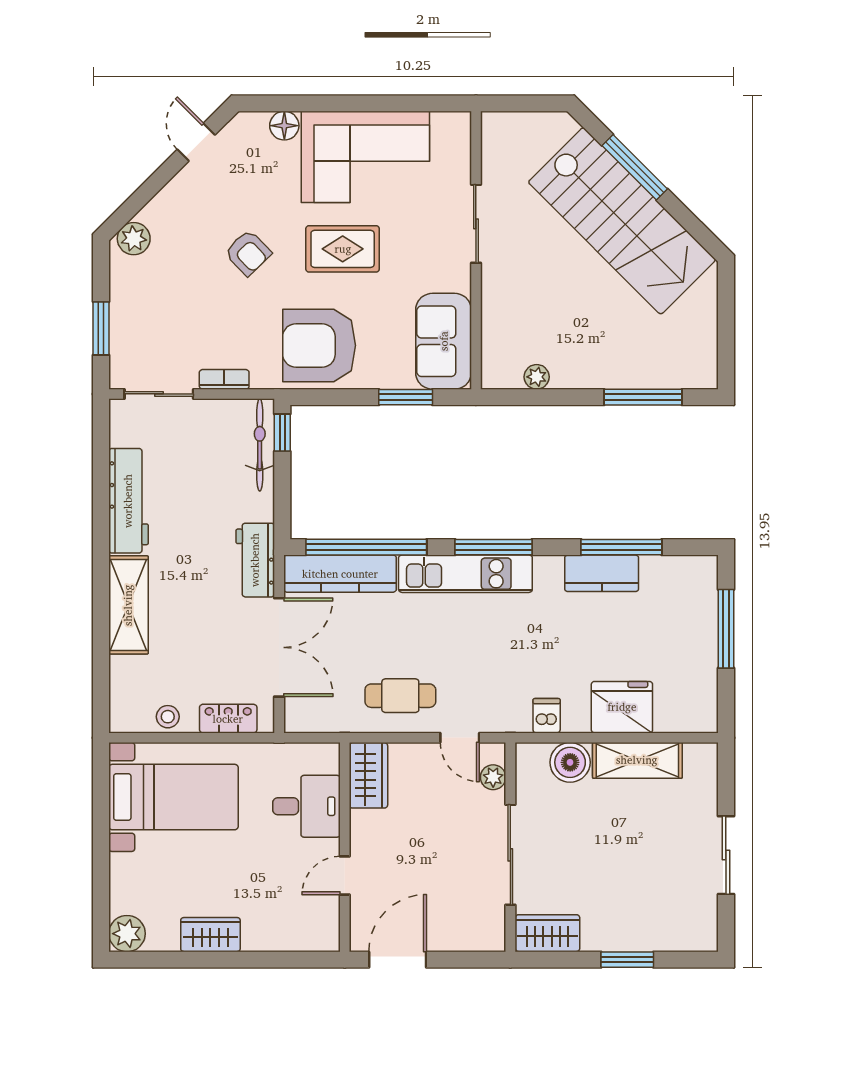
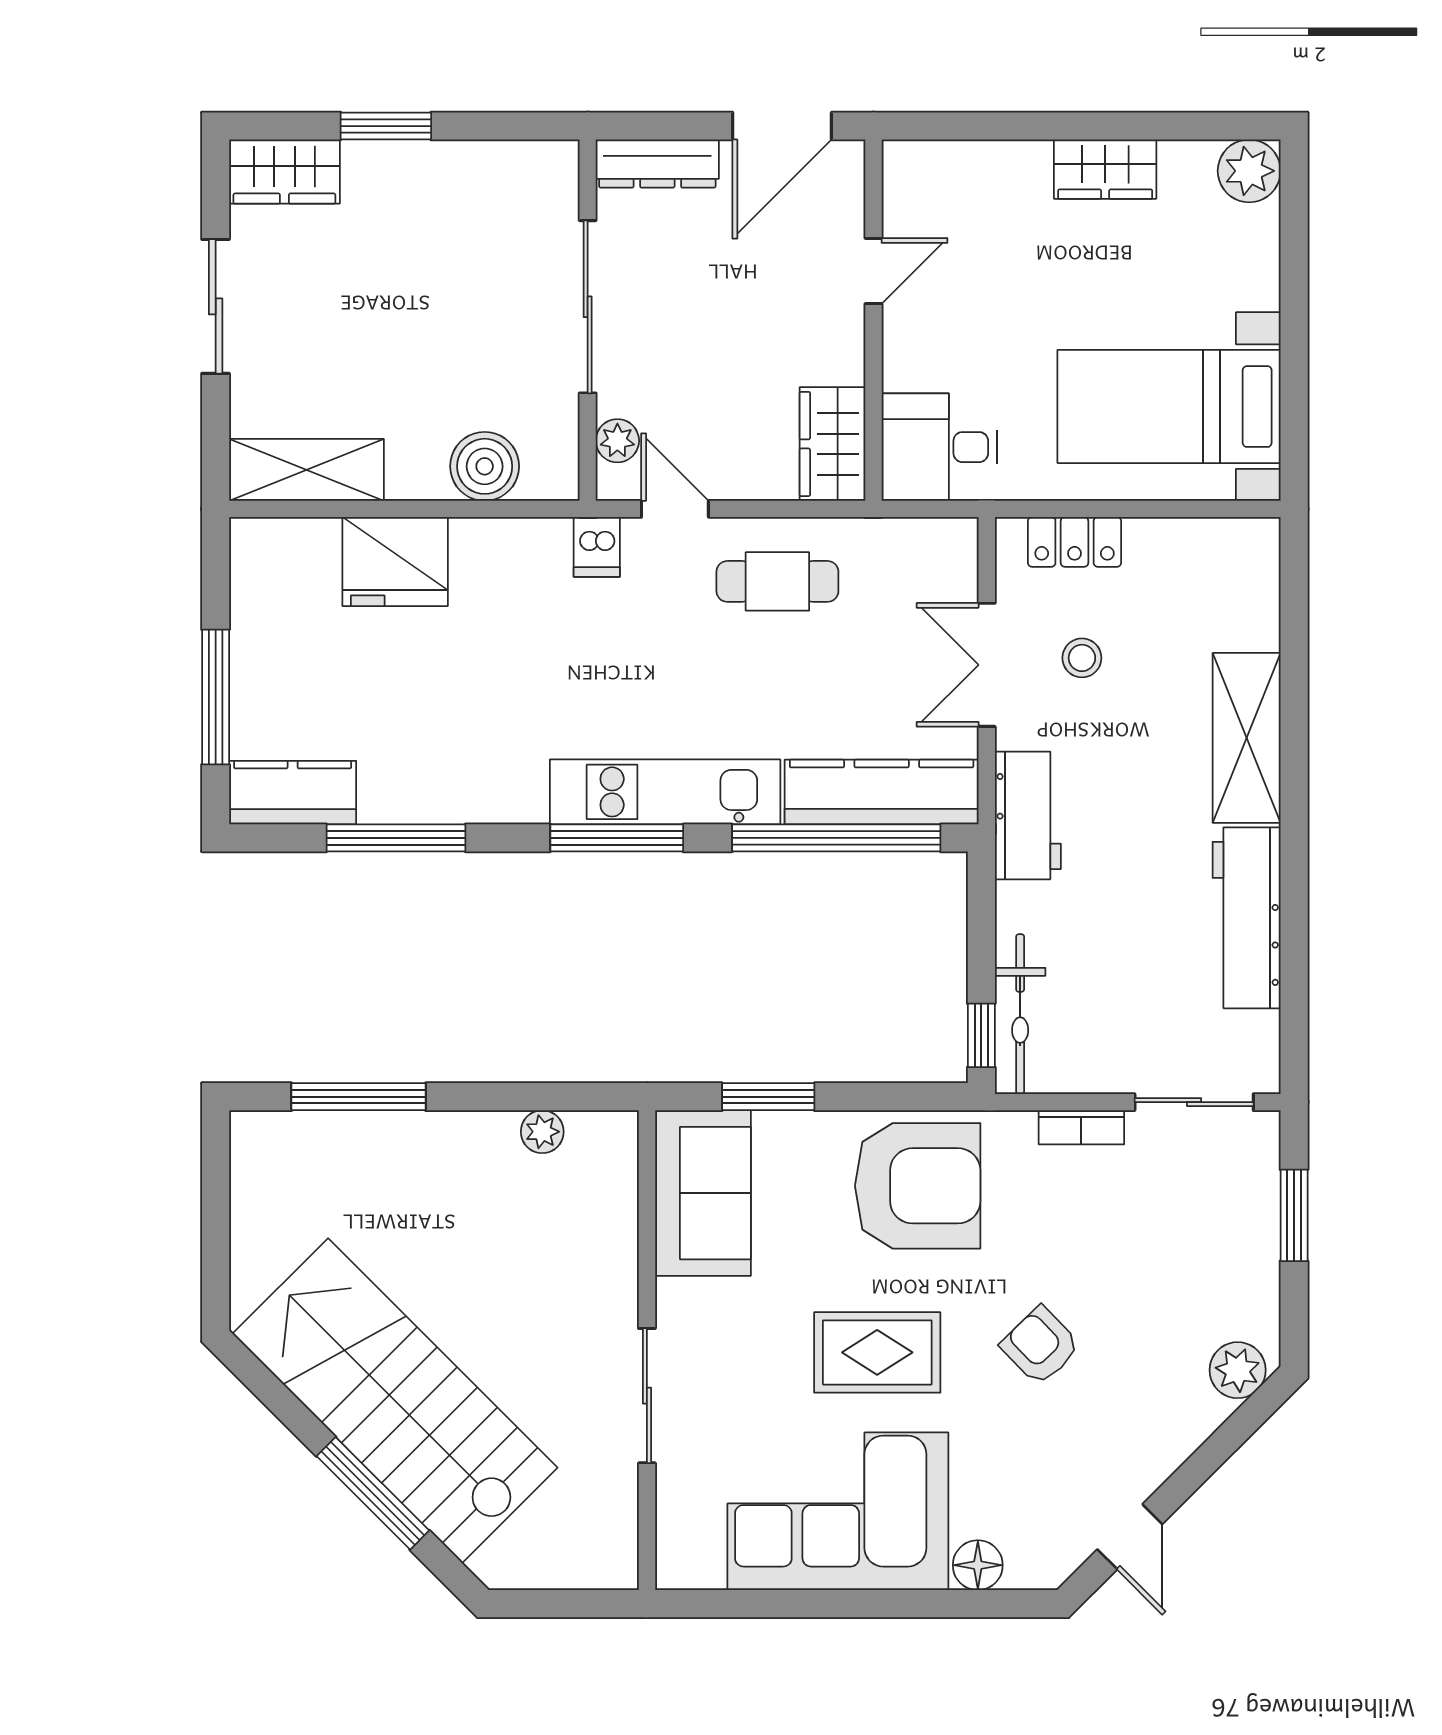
kitchen counter: (602, 573) -> (293, 793), moved
double door: (279, 647) -> (987, 665), width x0.73
dishwasher: (547, 716) -> (597, 547), moved
stool: (168, 717) -> (1082, 658), moved
shelving: (637, 760) -> (306, 470), moved
desk: (306, 806) -> (940, 447), moved
wardrobe: (547, 933) -> (284, 172), moved
dresser: (470, 938) -> (657, 164), added

